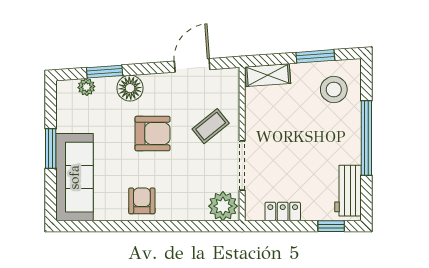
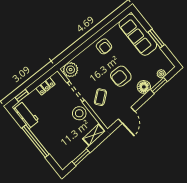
stool: (334, 90) -> (79, 113), moved

